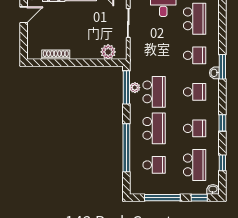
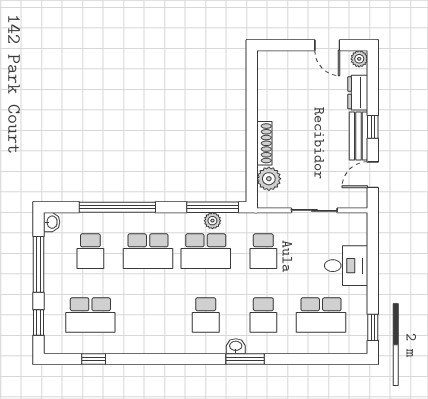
shoe rack: (56, 55) -> (264, 143), moved
window: (222, 123) -> (157, 359), removed
school desk: (195, 128) -> (263, 251), moved
washbasin: (213, 189) -> (52, 222), moved

